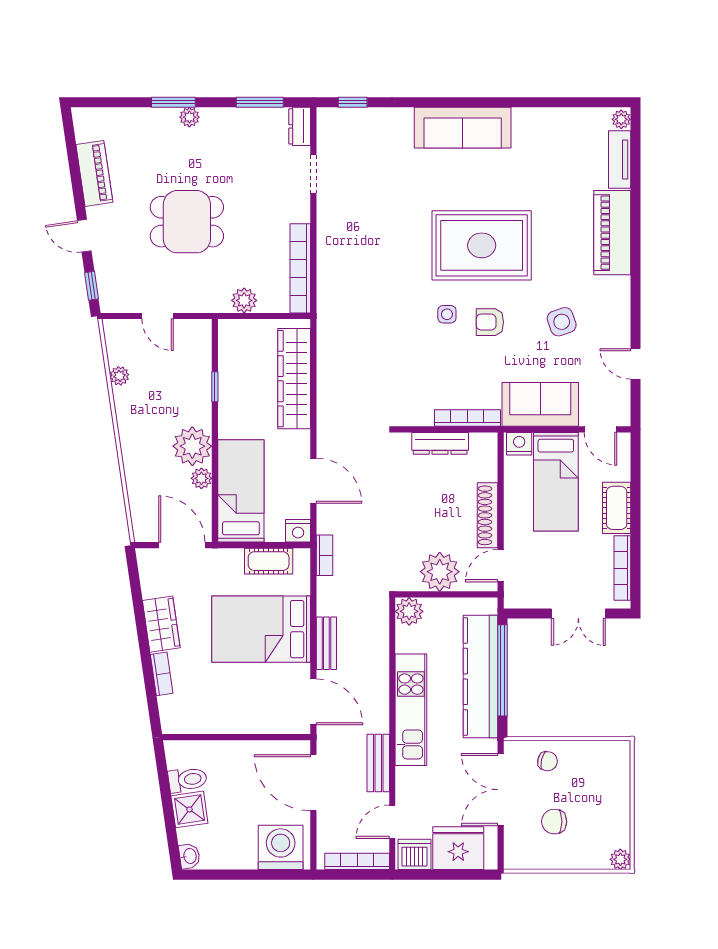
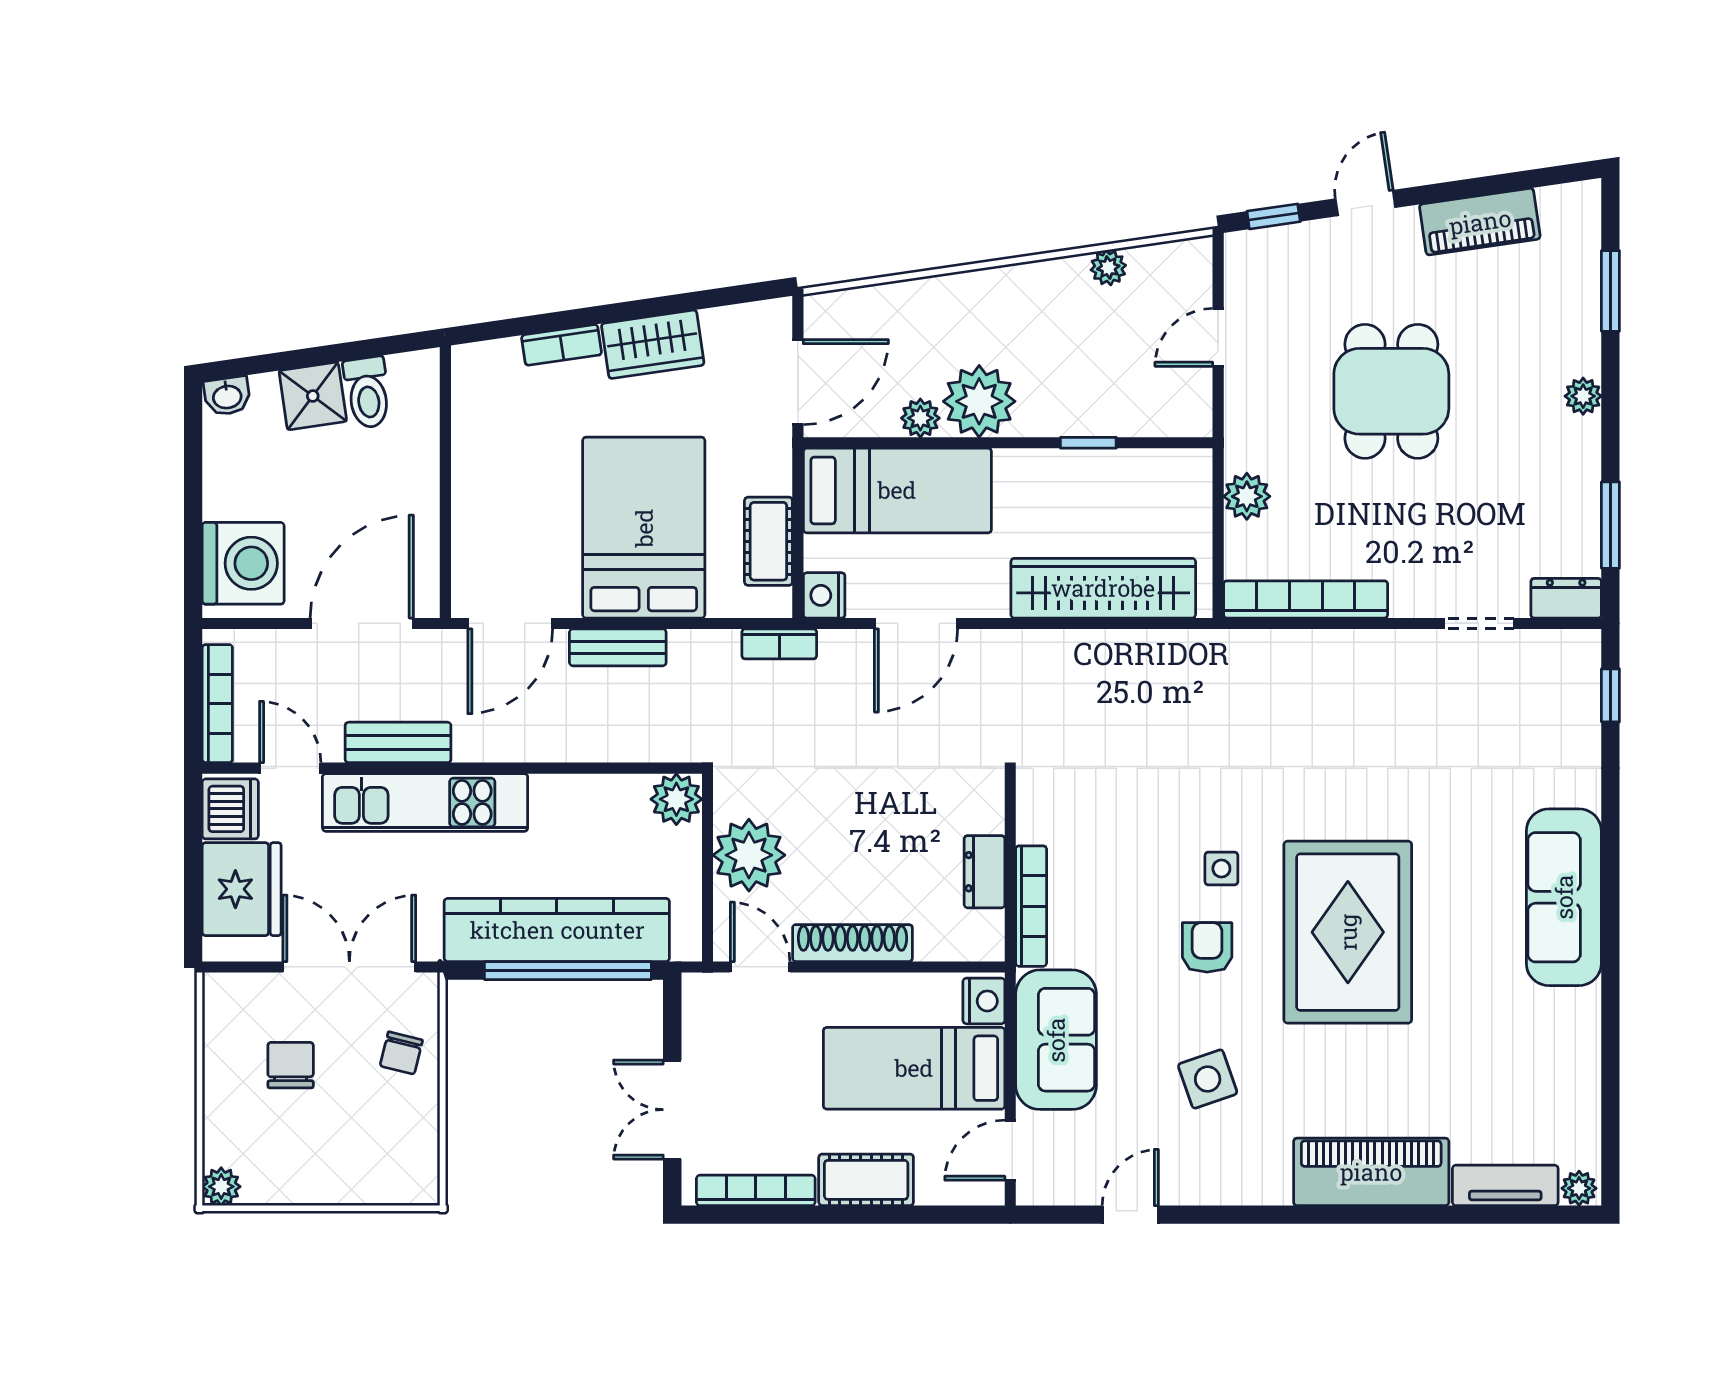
window: (173, 102) -> (1610, 291), moved
dresser: (440, 443) -> (985, 872), width x0.70
kitchen unit: (411, 710) -> (425, 802), moved

